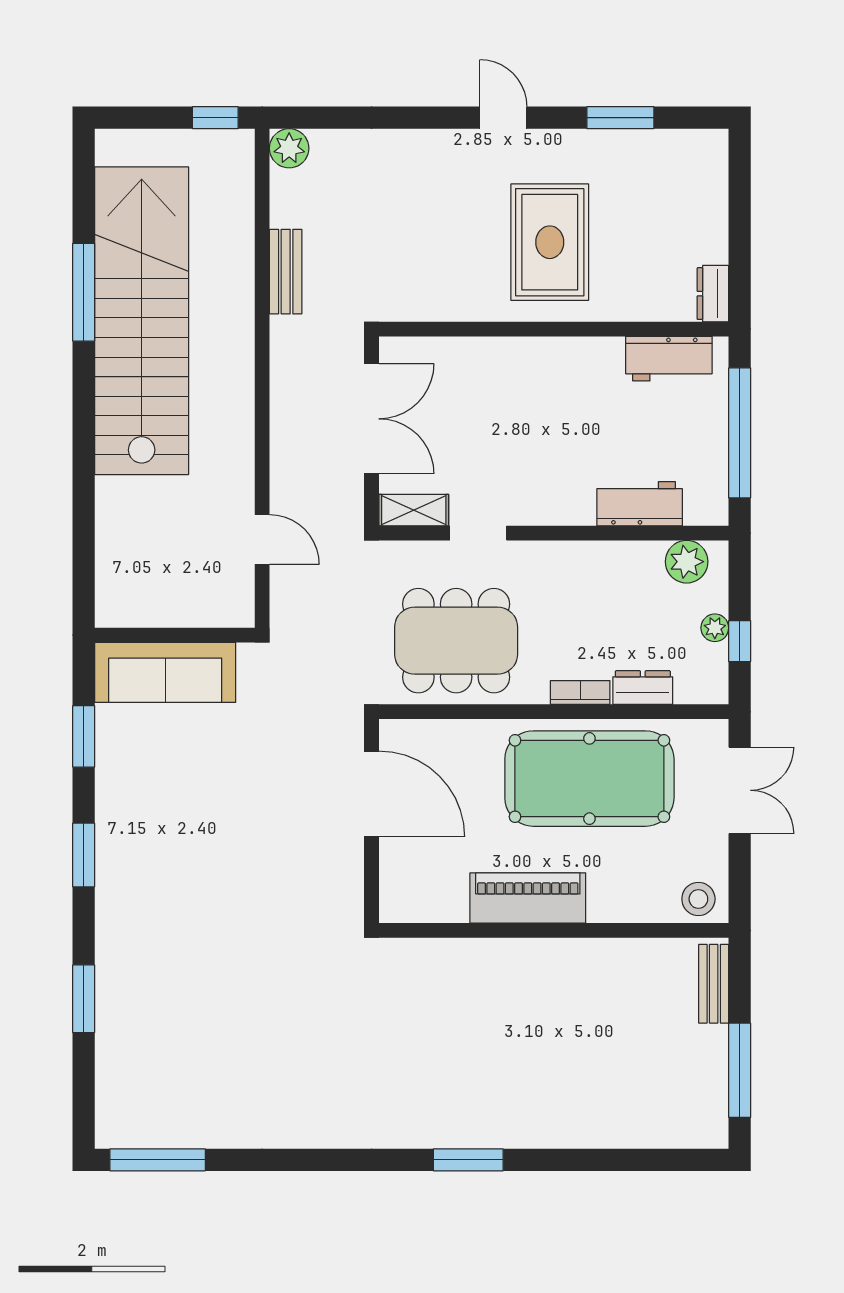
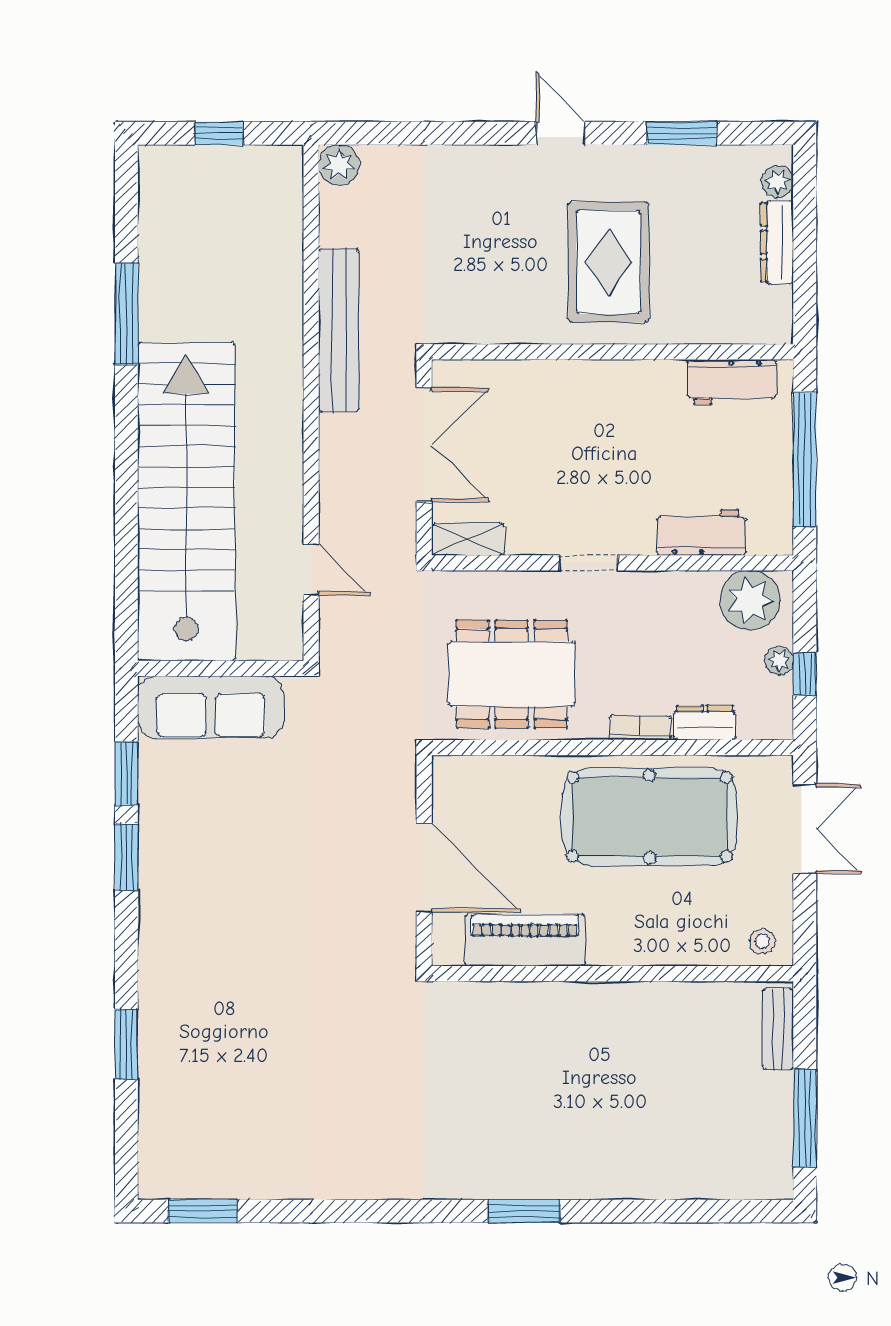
window: (215, 118) -> (219, 133), moved
plant: (713, 164) -> (778, 182), added
bench: (286, 272) -> (339, 330), width x1.86, depth x1.21
dresser: (713, 294) -> (777, 242), moved, width x1.44
stairs: (142, 321) -> (186, 502), moved
doorway: (478, 533) -> (588, 563), moved
plant: (687, 562) -> (750, 600), width x1.36, depth x1.36
door: (372, 794) -> (424, 868), moved
window: (84, 855) -> (126, 857), moved
piano: (528, 898) -> (525, 940), moved
stool: (698, 899) -> (762, 941), width x0.73, depth x0.73
window: (158, 1160) -> (203, 1211), width x0.69

